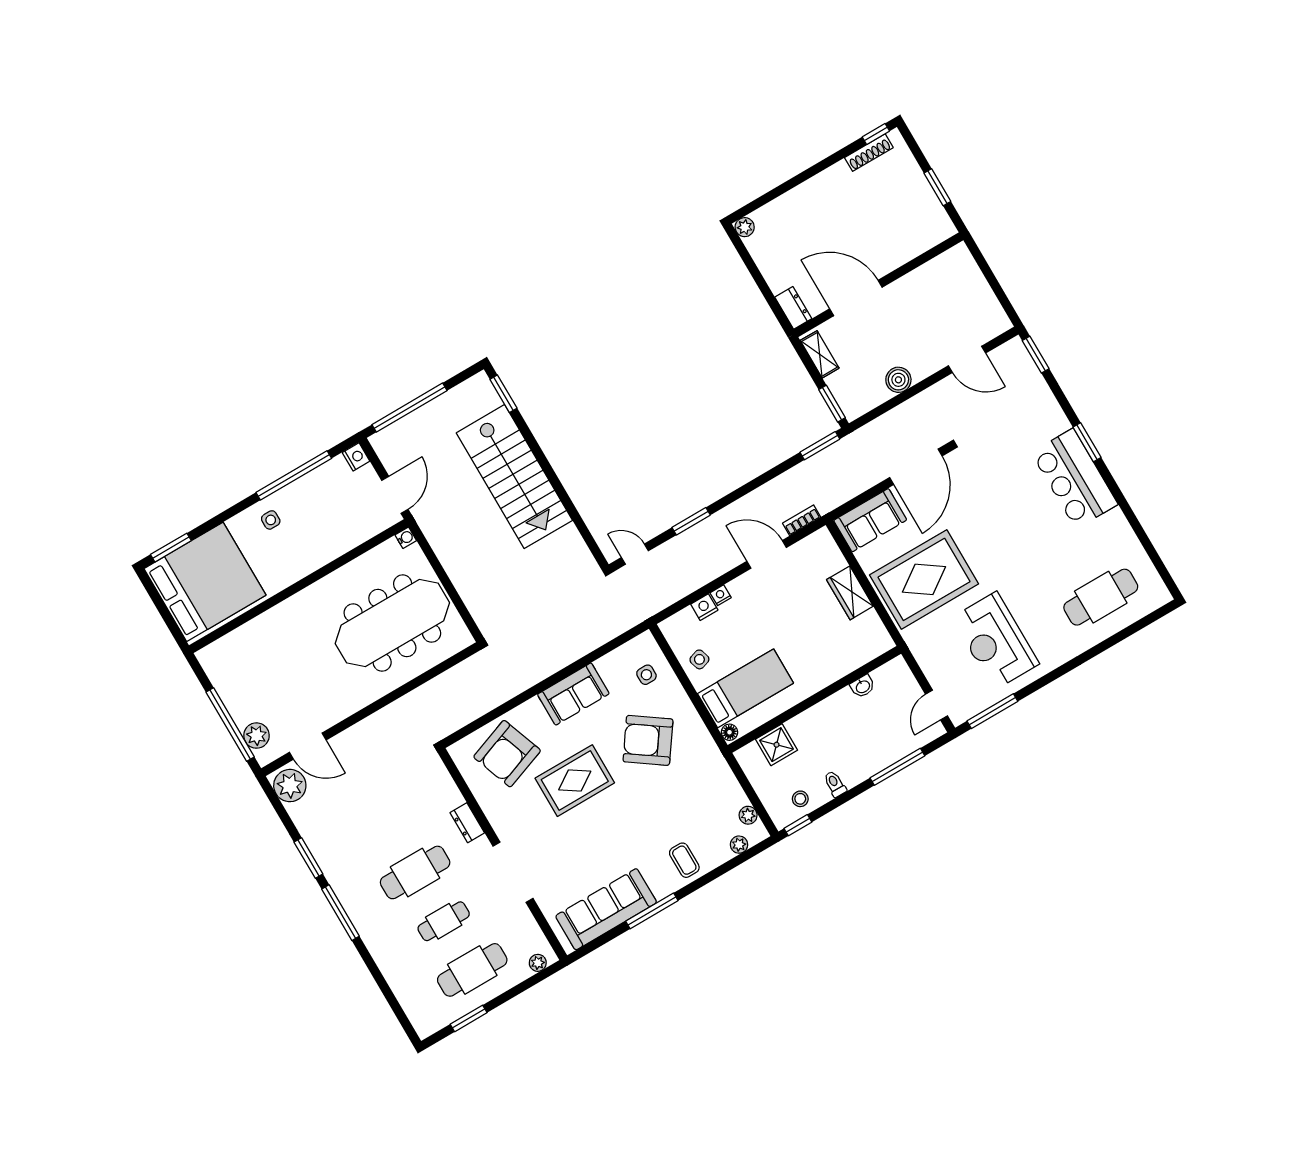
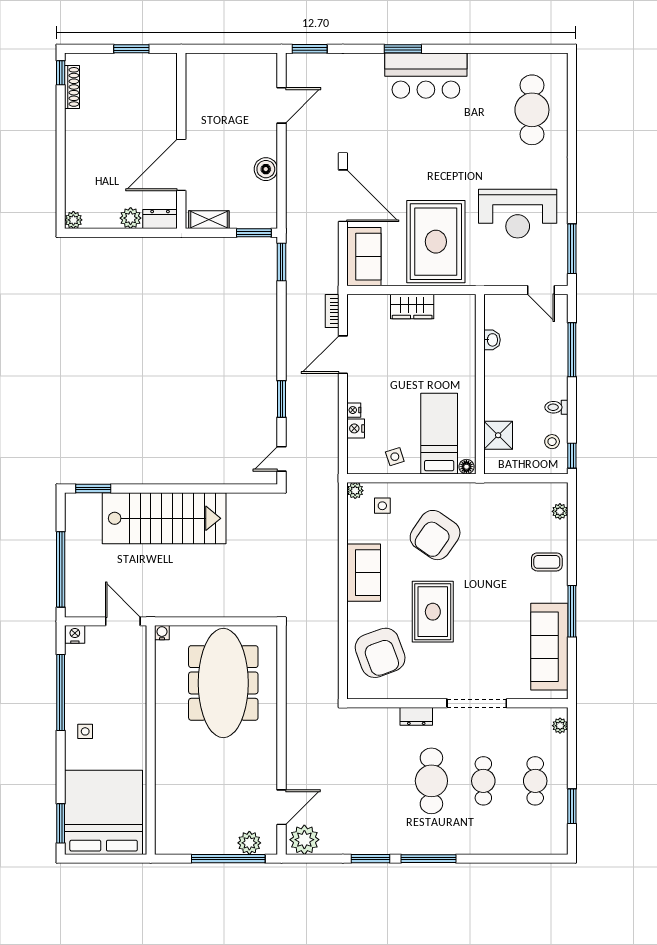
plant: (778, 280) -> (131, 218), added
plant: (748, 815) -> (355, 491), moved
cafe table: (472, 970) -> (535, 781), width x0.73, depth x0.74

